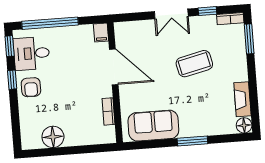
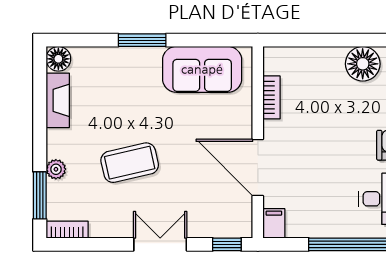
window: (207, 11) -> (227, 244), moved
plant: (240, 56) -> (56, 169), added

